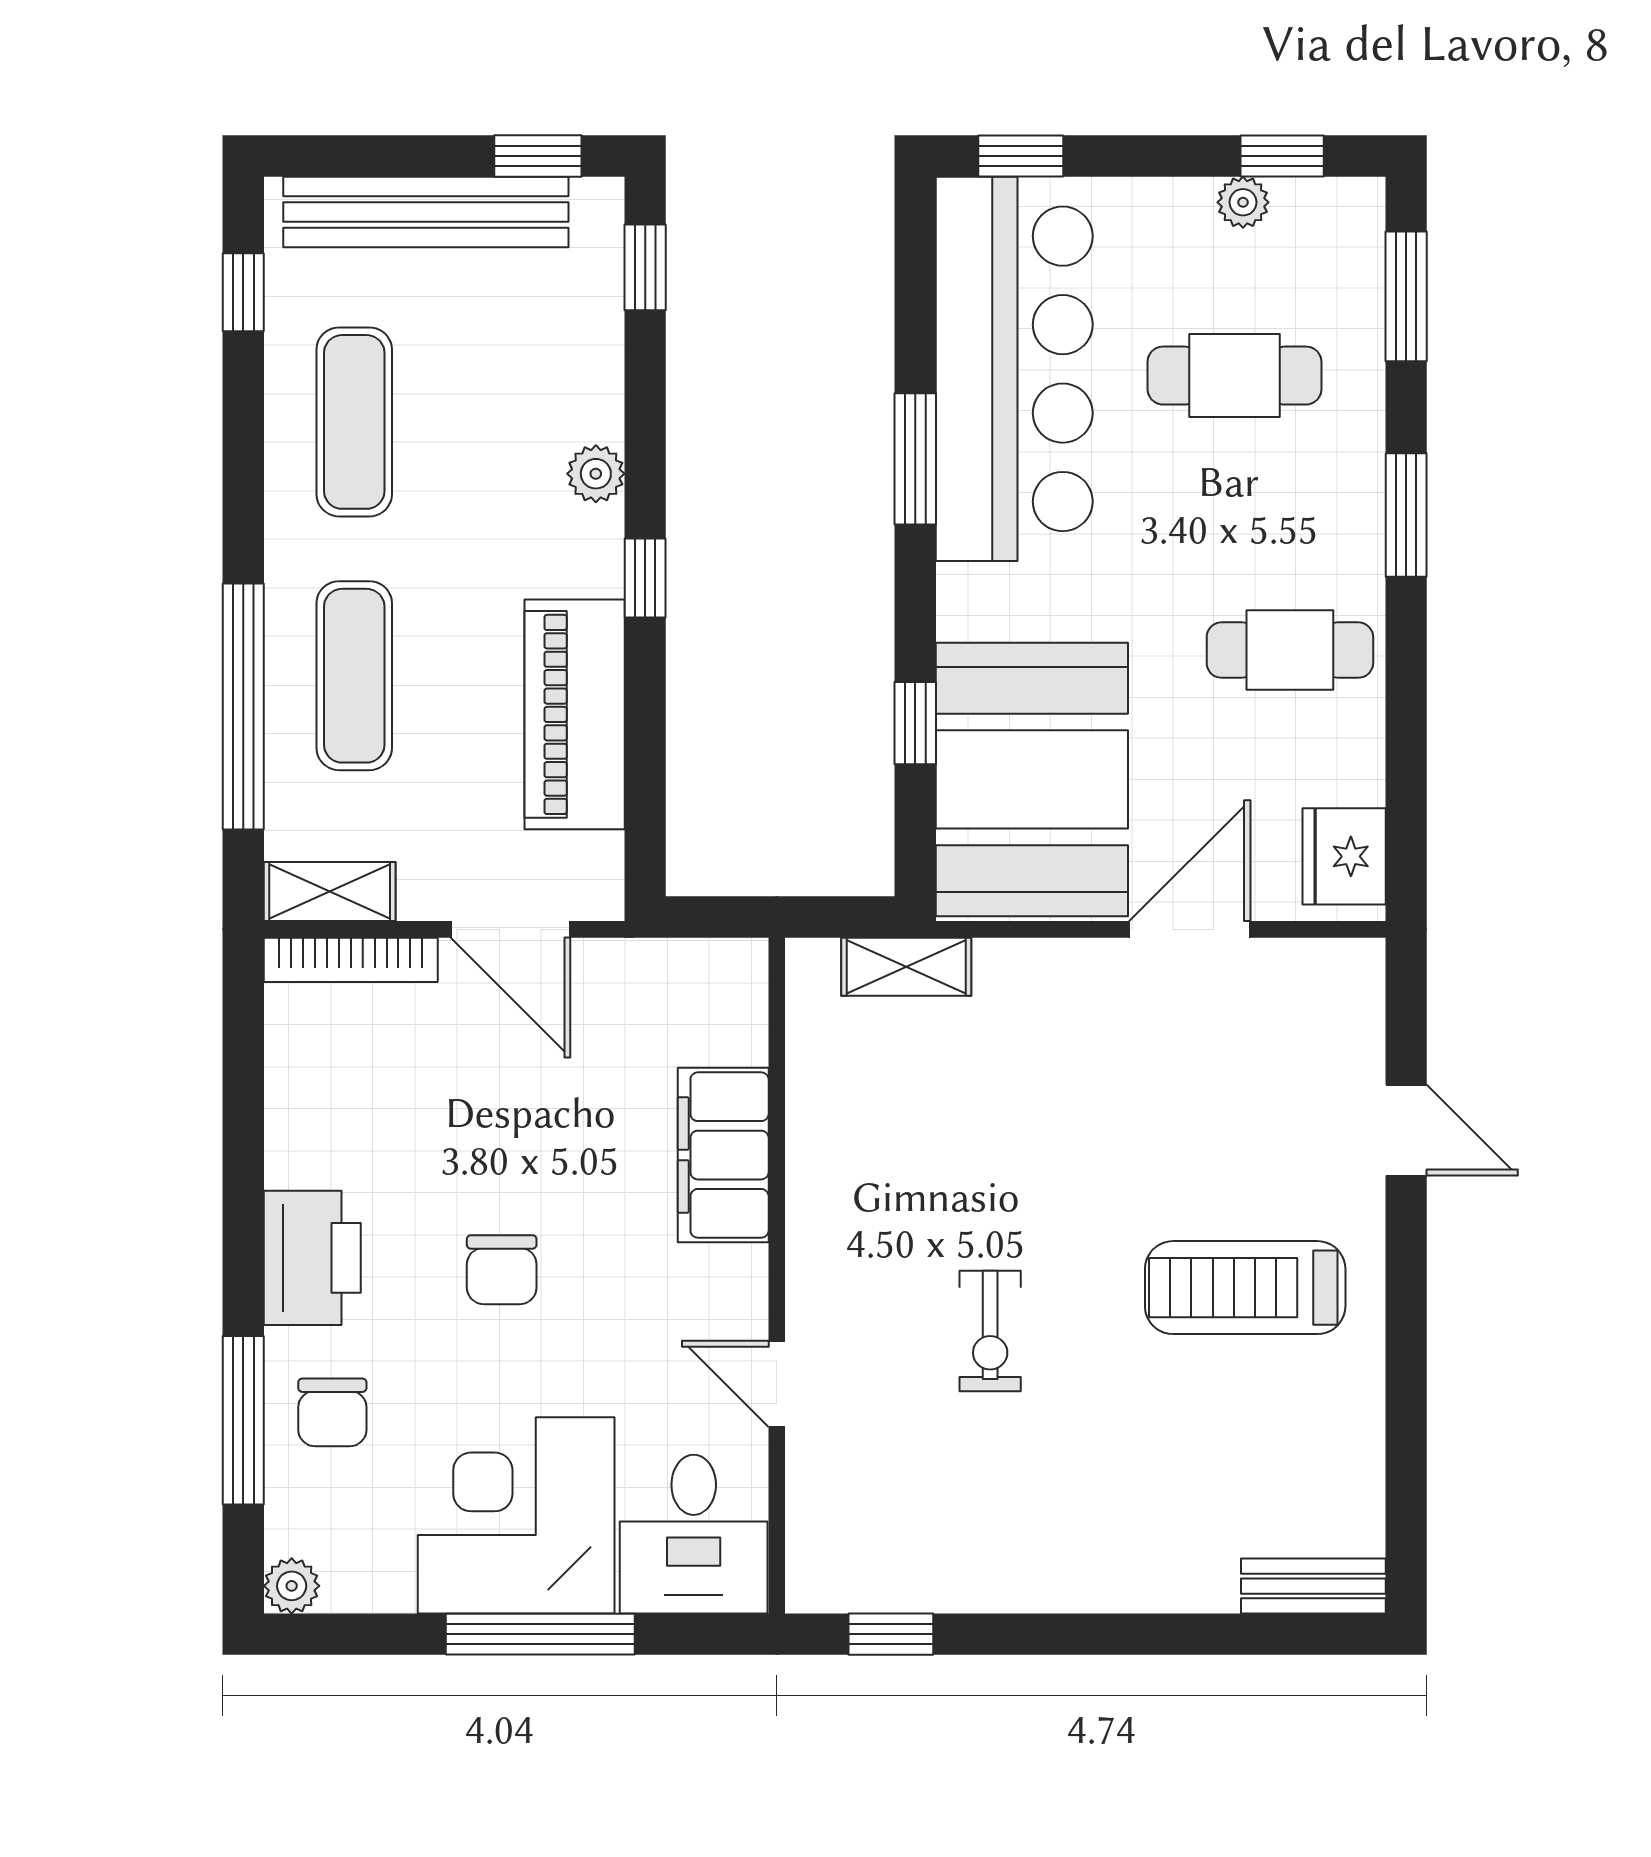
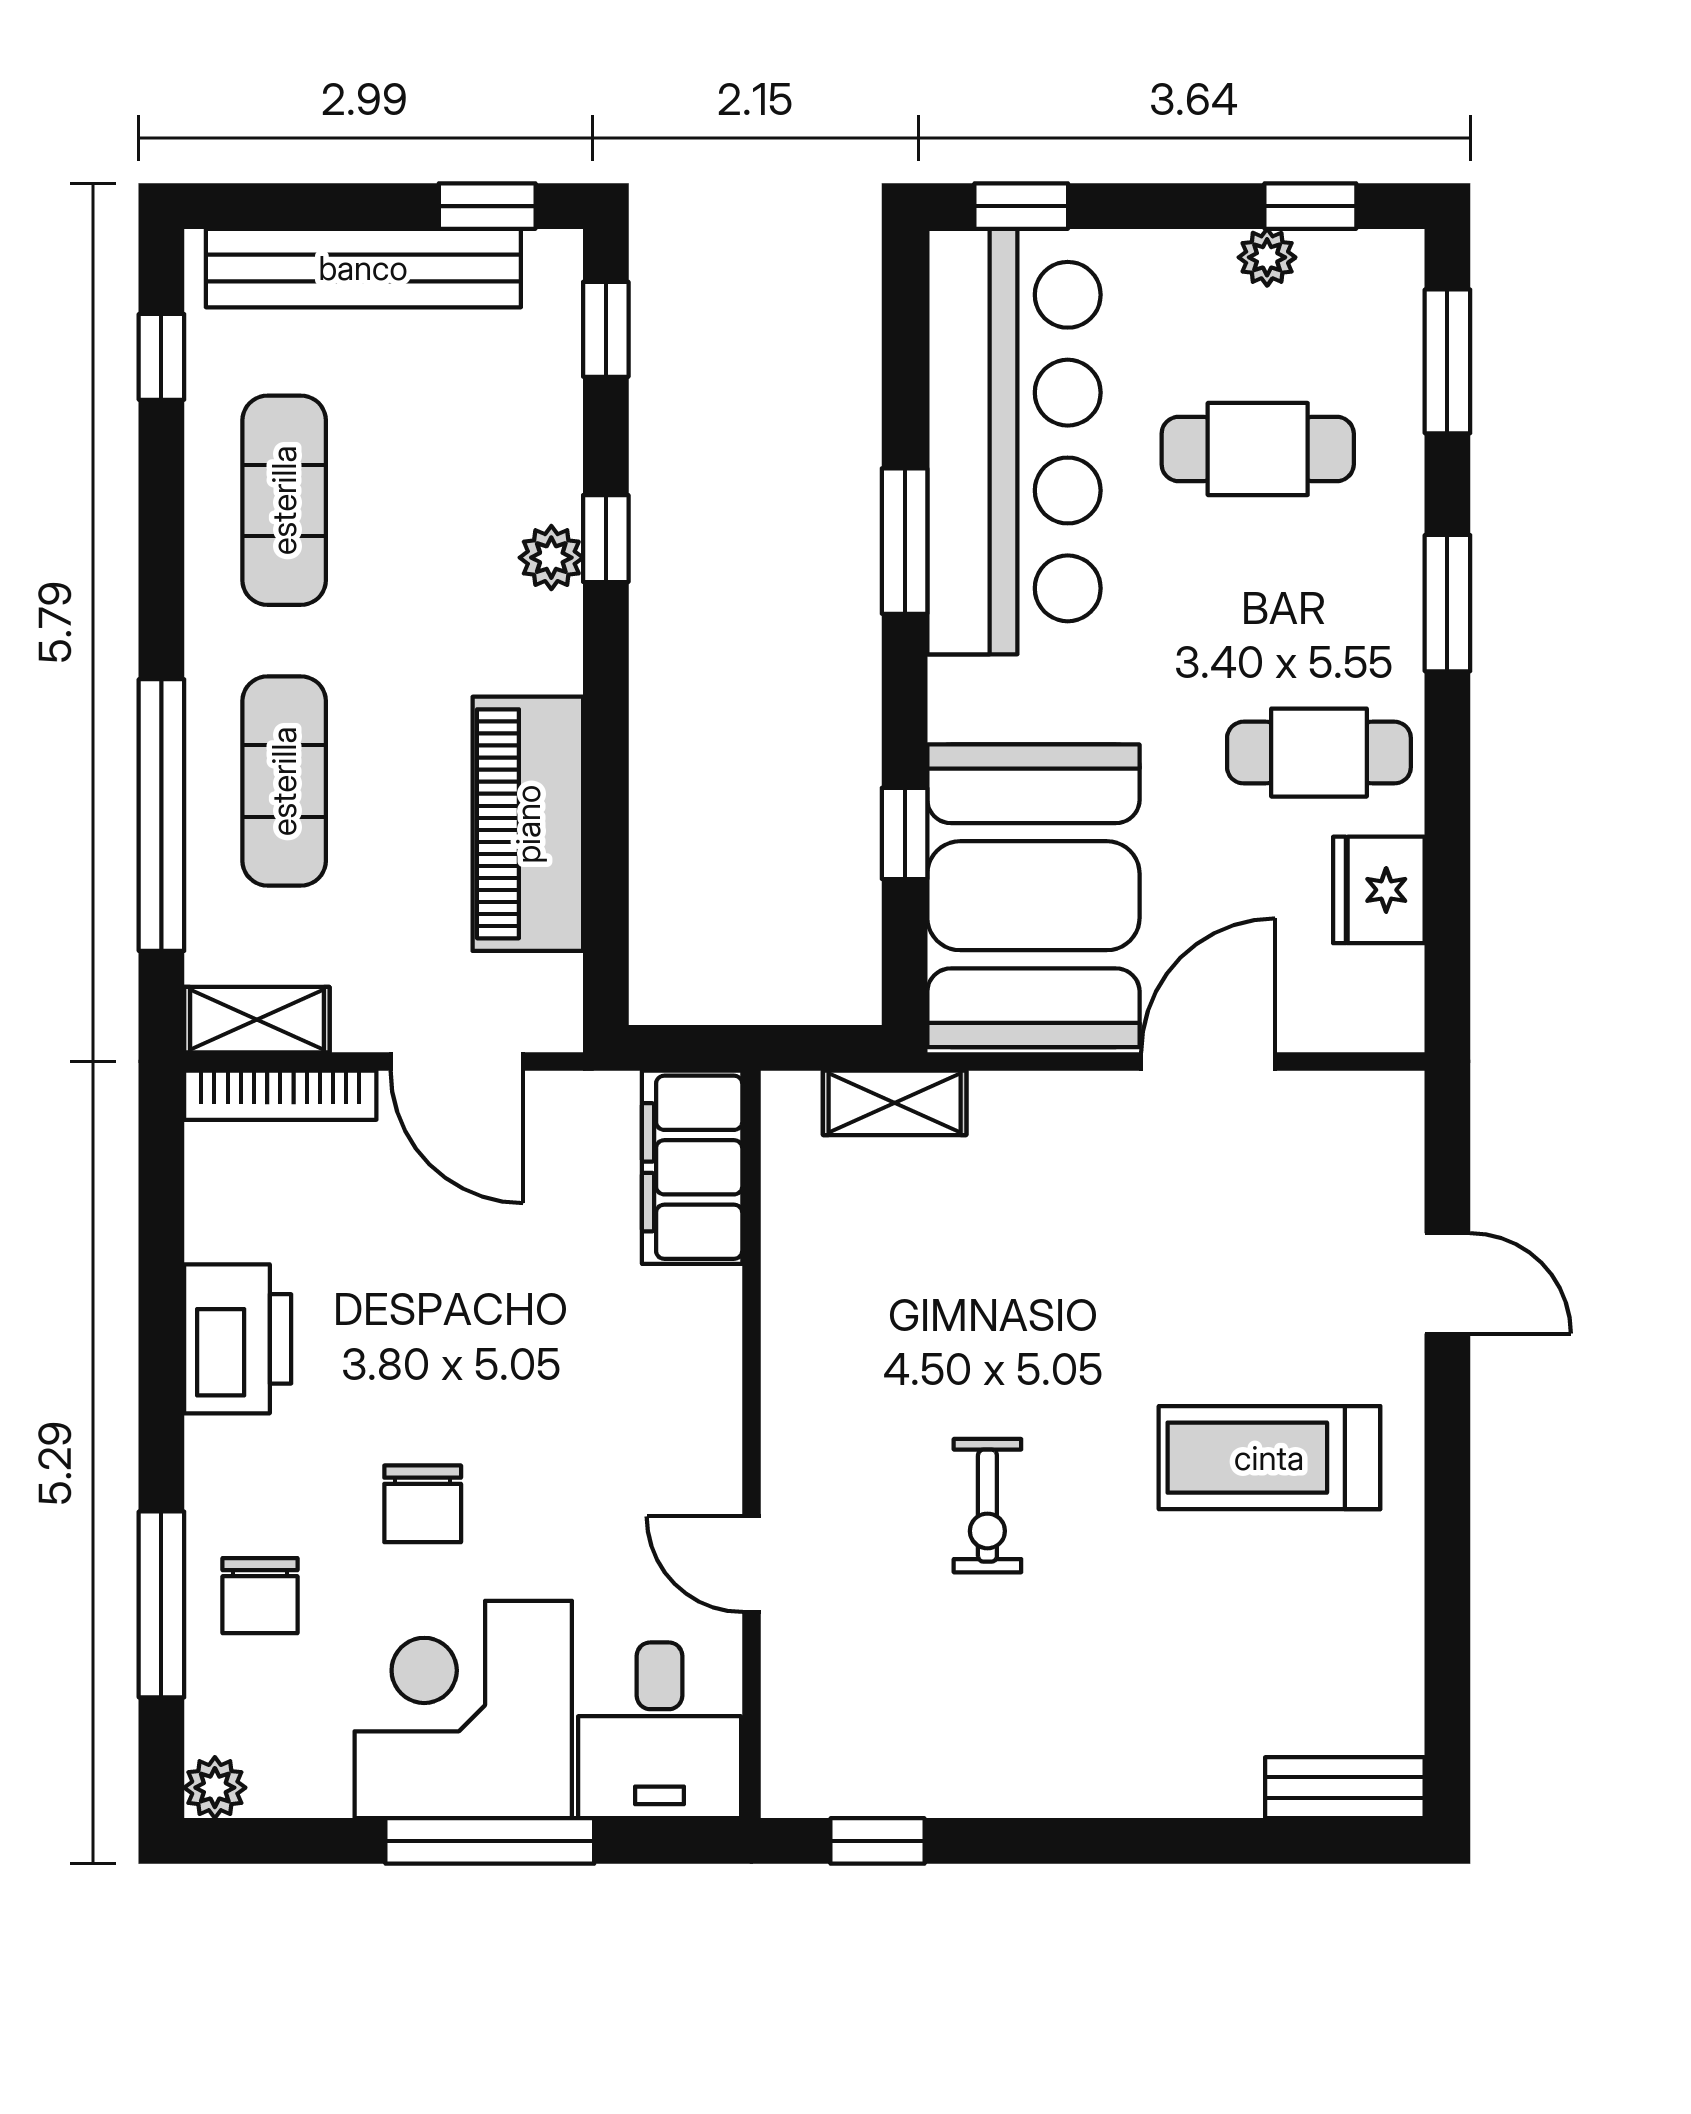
window: (645, 578) -> (606, 539), moved
fridge: (1344, 856) -> (1379, 890), moved
filing cabinet: (723, 1155) -> (692, 1167), moved
printer: (312, 1258) -> (238, 1339), moved
chair: (502, 1270) -> (423, 1504), moved

